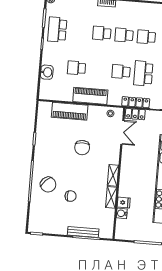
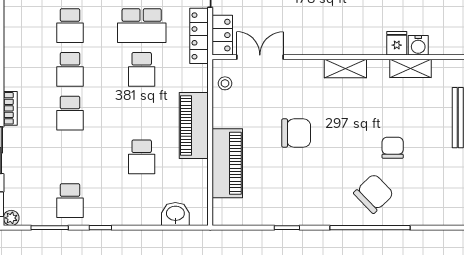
school desk: (57, 30) -> (70, 201), width x0.54
washbasin: (47, 72) -> (175, 214), moved
shelving: (111, 197) -> (411, 68), moved

